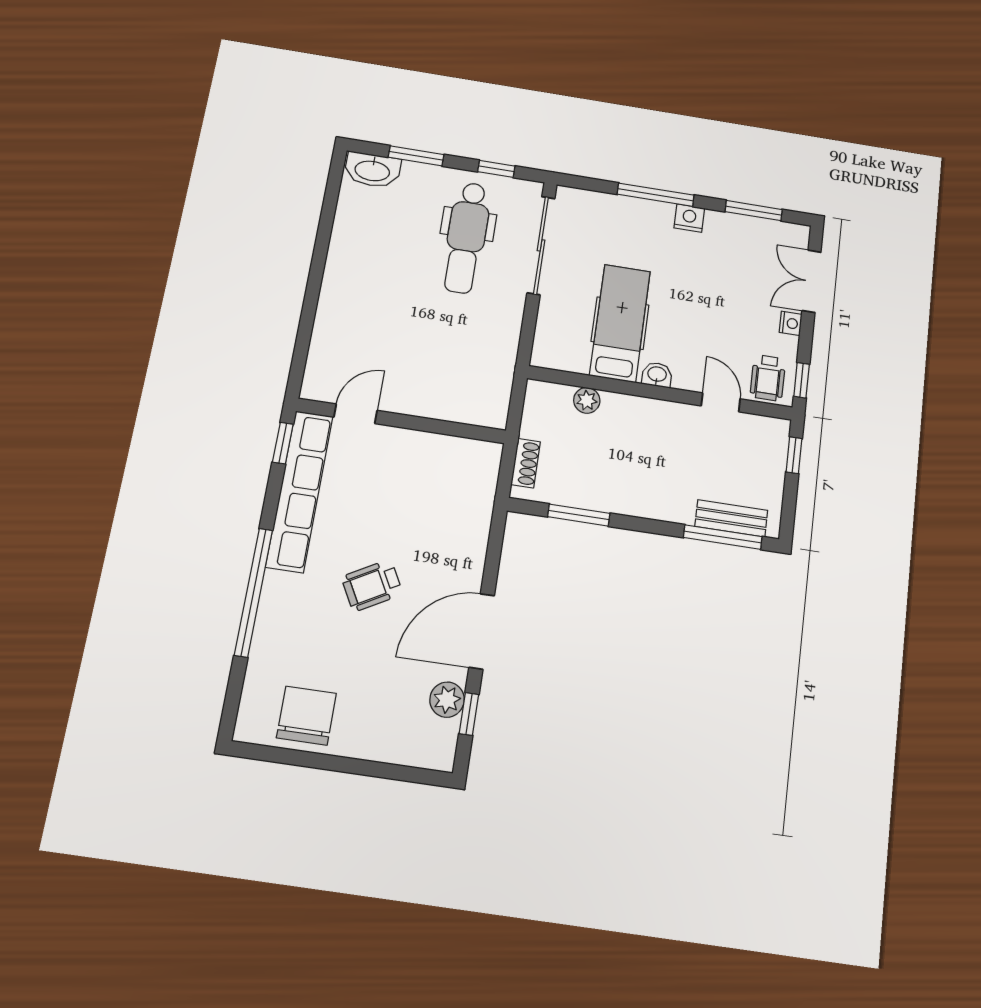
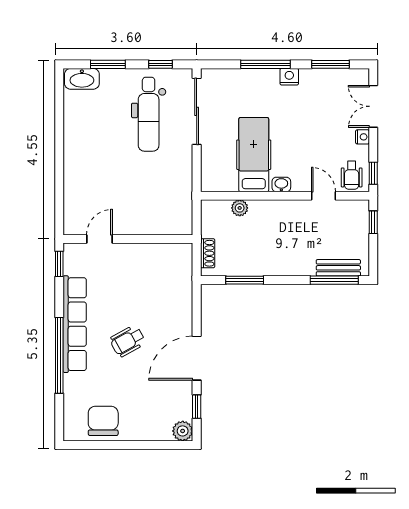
row of seats: (299, 491) -> (75, 324), moved
plant: (447, 700) -> (183, 431), moved

